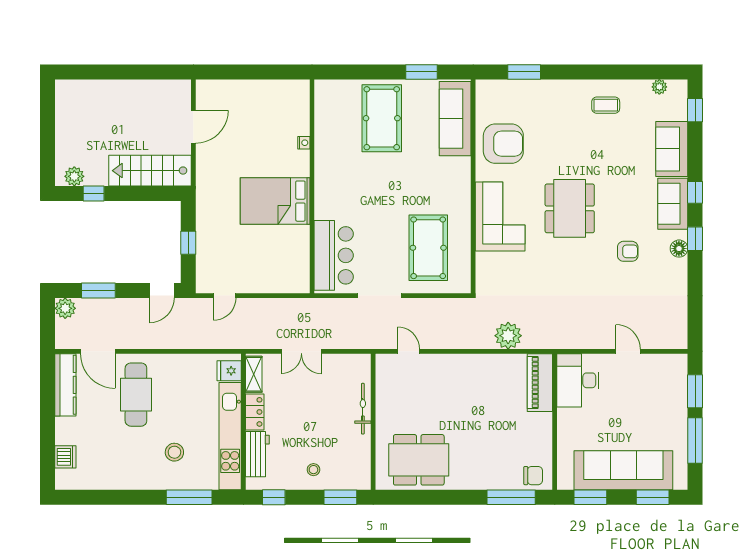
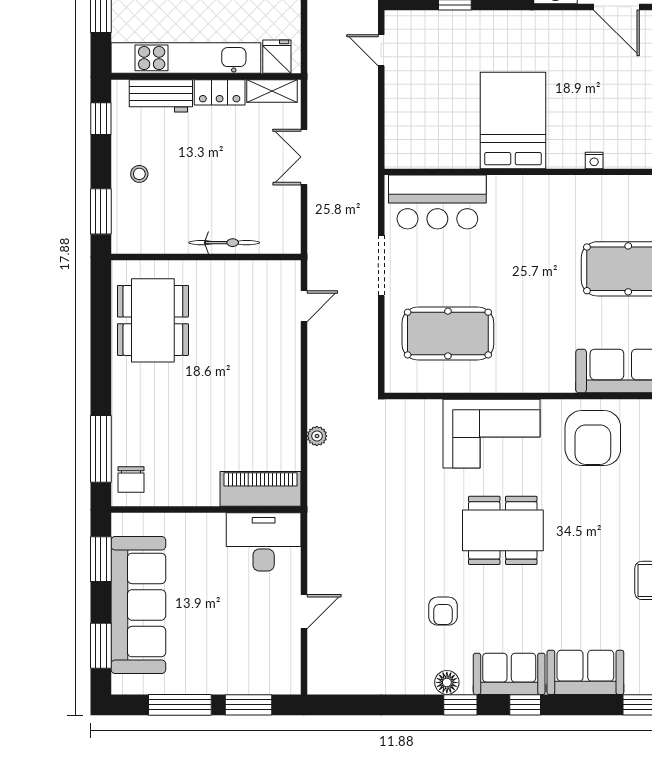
plant: (508, 336) -> (317, 436), width x0.53, depth x0.53

